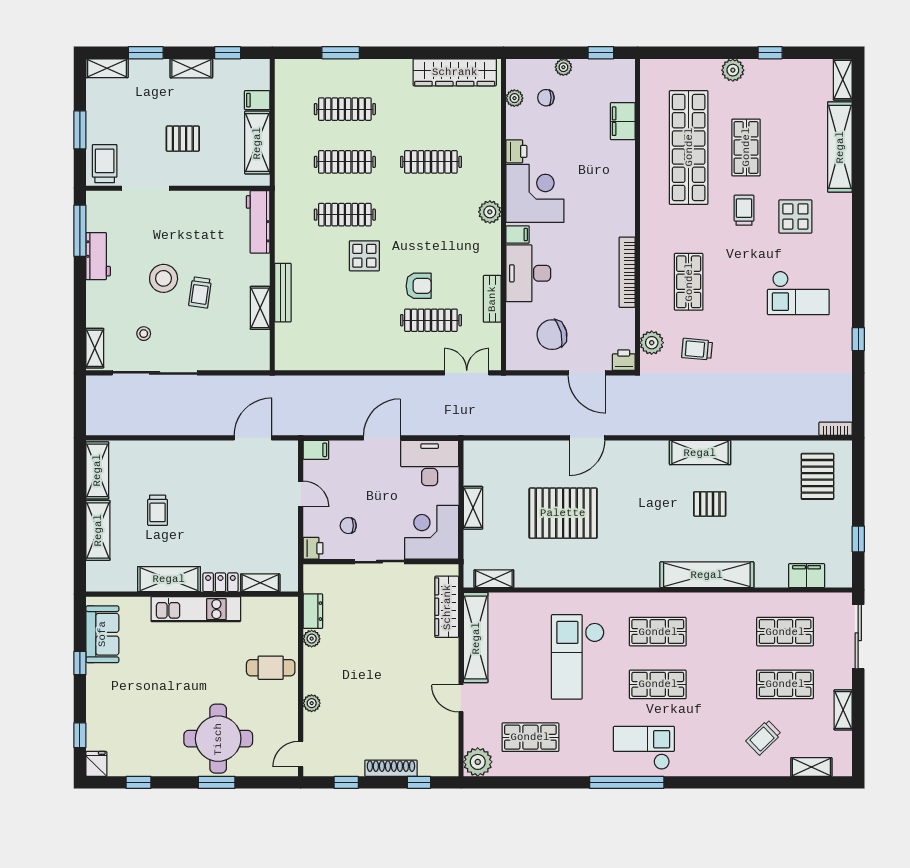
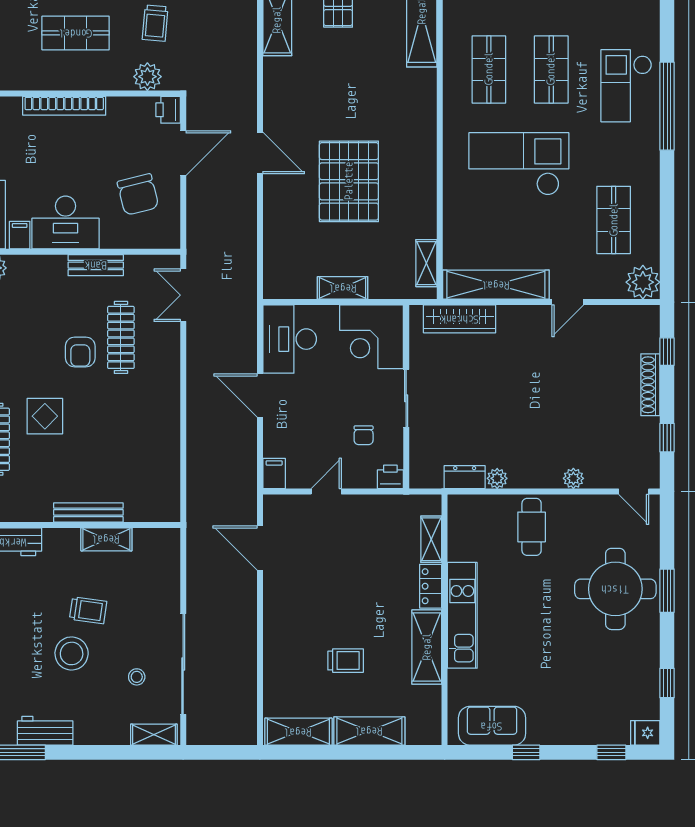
armchair: (419, 286) -> (80, 352), turned 180
checkout: (578, 657) -> (519, 164), turned 180

